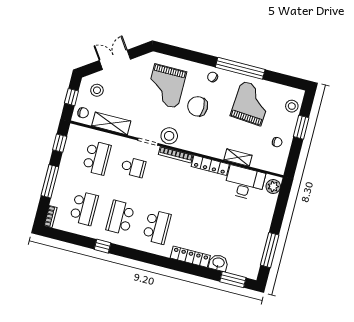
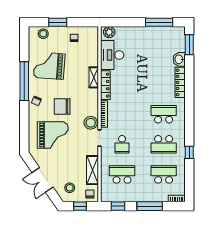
chair: (198, 106) -> (62, 106), turned 90
shelving: (238, 157) -> (94, 77), moved
school desk: (133, 167) -> (122, 144), turned 180

